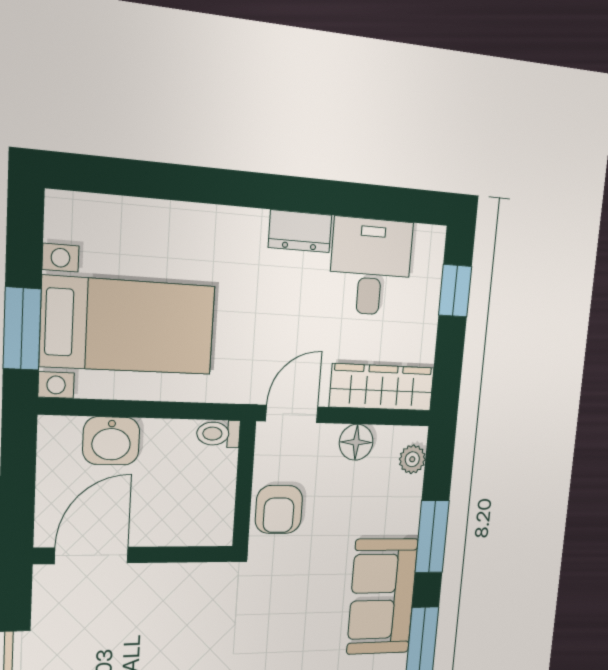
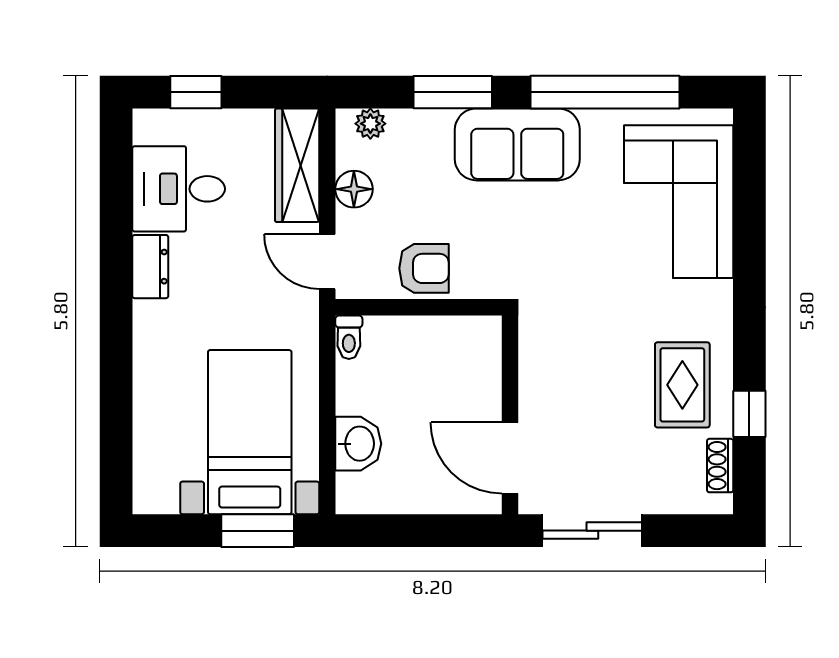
door: (92, 555) -> (510, 458), moved
wall: (135, 555) -> (510, 415), moved

